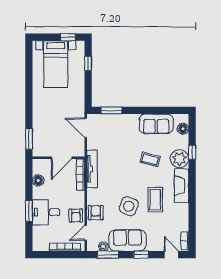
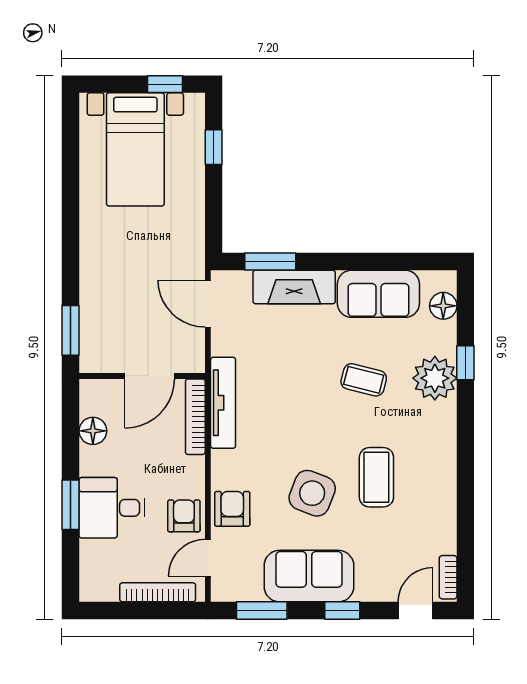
fireplace: (182, 186) -> (294, 287), moved, turned -90
armchair: (76, 216) -> (184, 516), turned 180
plant: (103, 246) -> (251, 591), removed
door: (171, 255) -> (415, 611), hinge flipped

